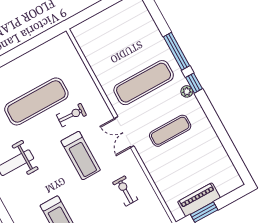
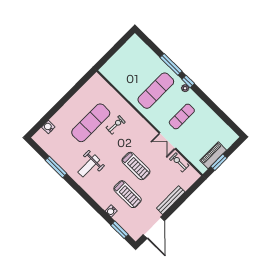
double door: (124, 132) -> (167, 141), moved
treadmill: (81, 156) -> (136, 166), moved
exercise bike: (125, 191) -> (179, 162), moved

